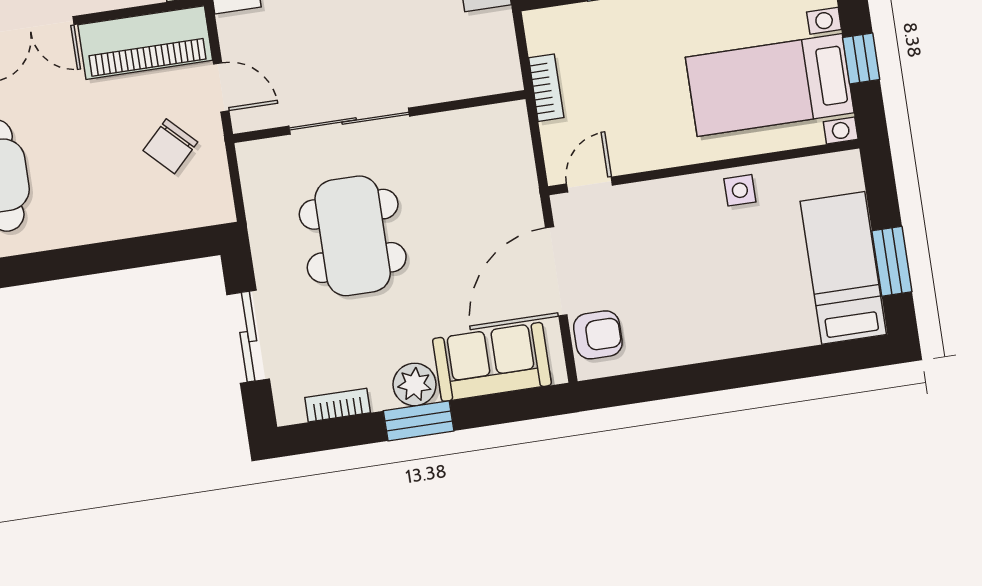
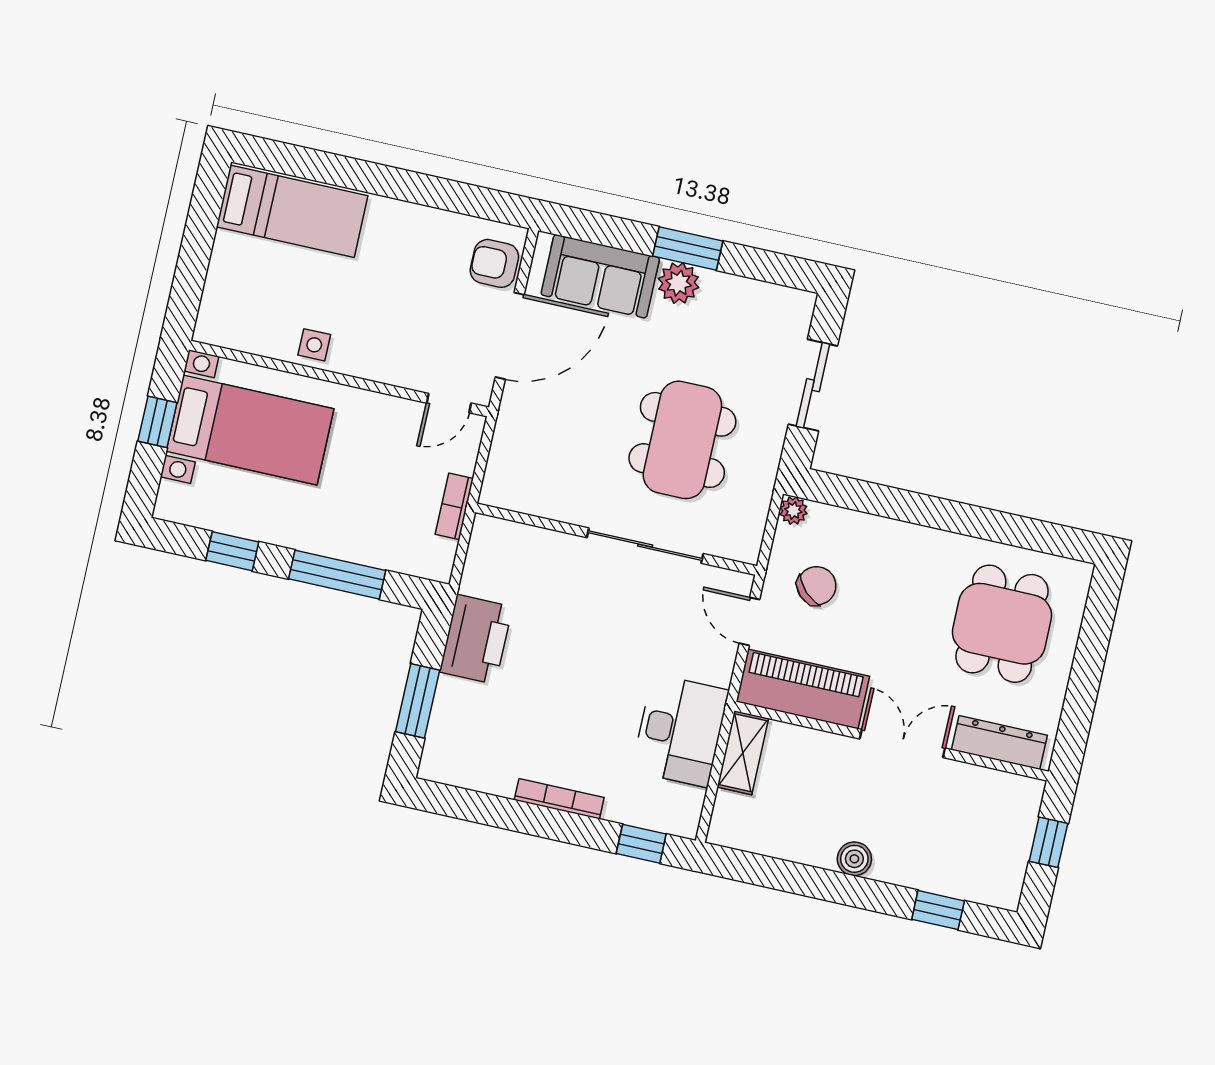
plant: (220, 210) -> (793, 511), added
window: (892, 261) -> (201, 227), removed
bed: (843, 268) -> (292, 211), moved, turned -90
bookcase: (338, 405) -> (756, 291), removed

